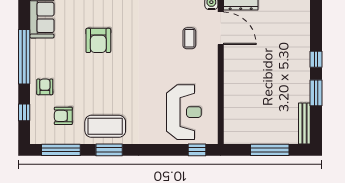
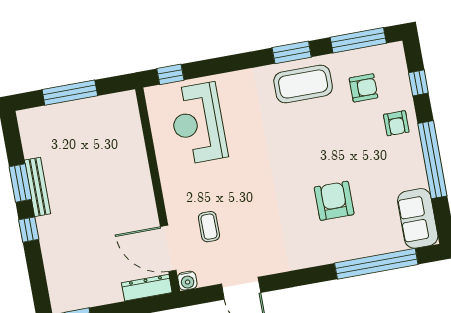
bench: (304, 124) -> (38, 187), moved

